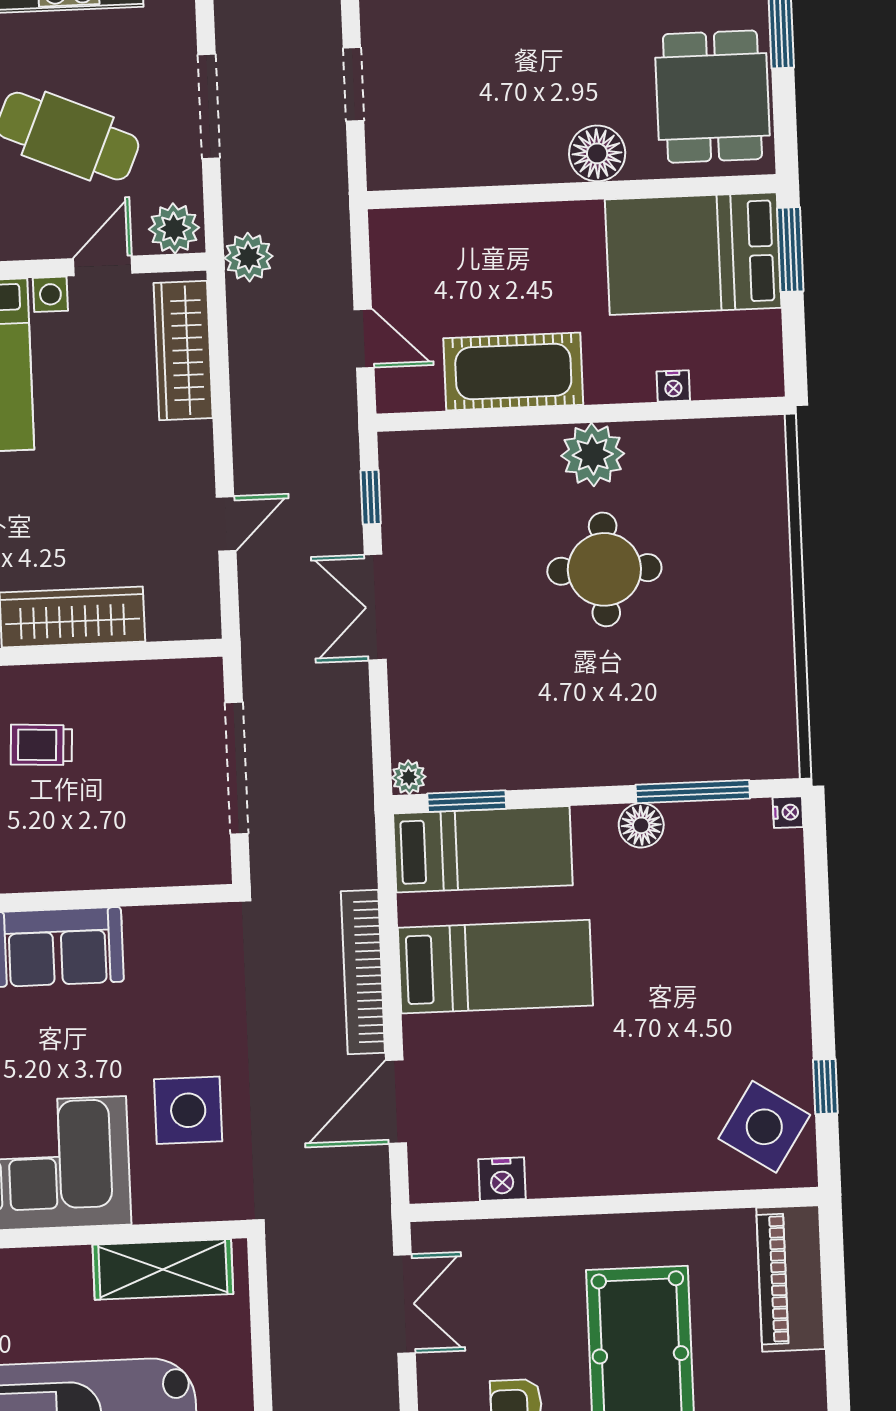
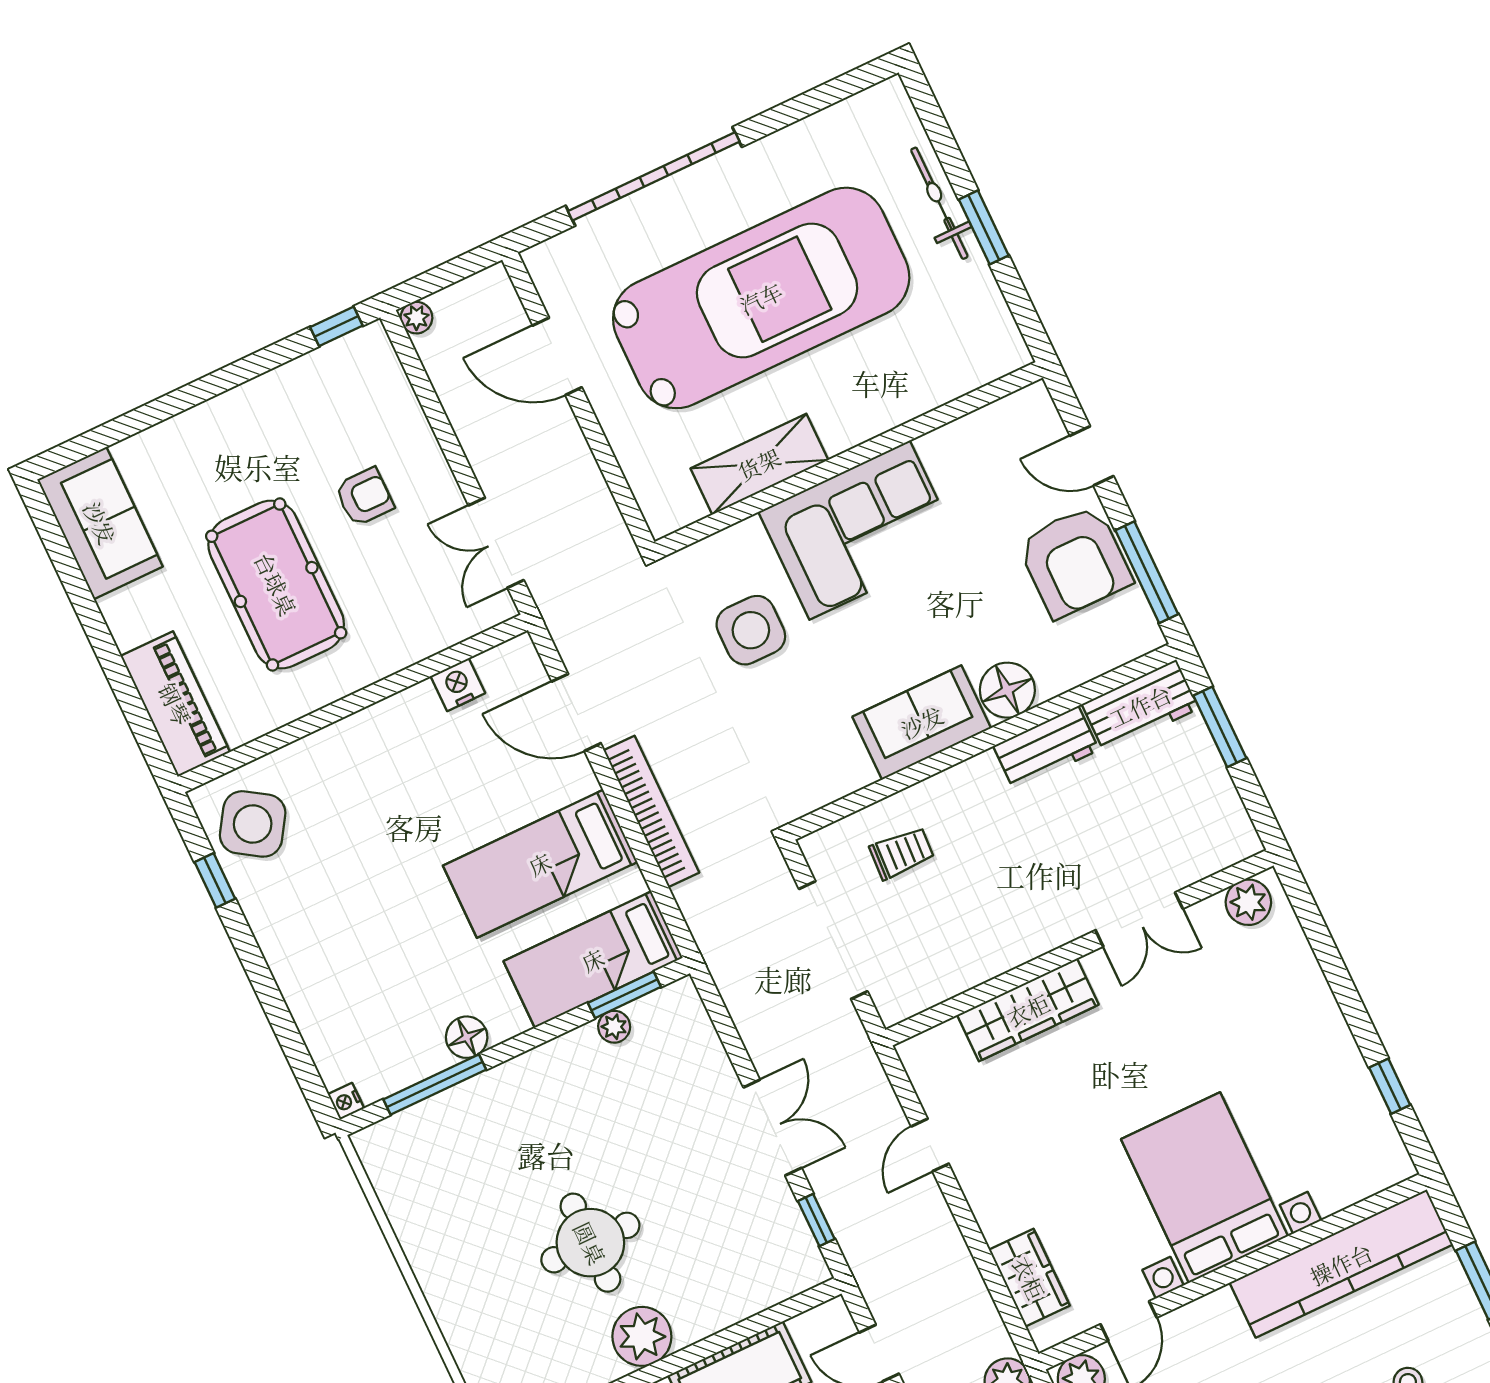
wardrobe: (183, 350) -> (1029, 1278), width x0.67
trolley: (41, 745) -> (902, 853), moved
plant: (409, 777) -> (614, 1027), moved
door: (396, 1102) -> (576, 712), swing flipped
shelving: (163, 1269) -> (759, 464), moved

